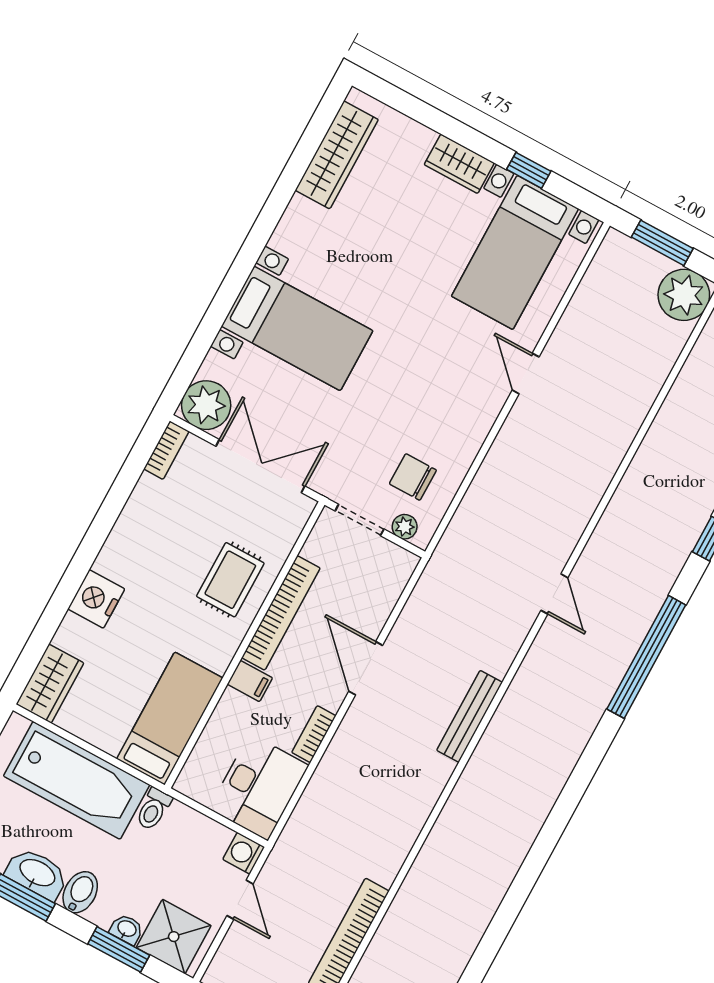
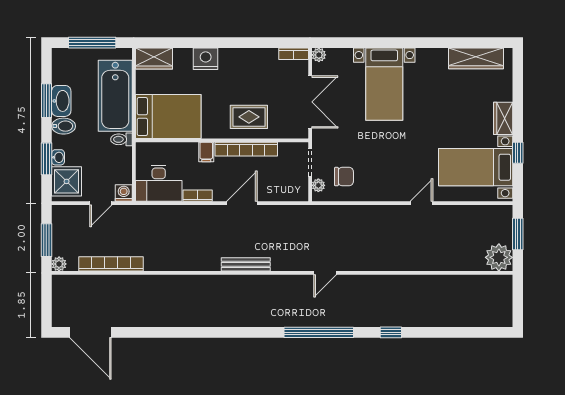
plant: (206, 405) -> (319, 55), width x0.53, depth x0.53
chair: (413, 477) -> (344, 177), turned 90
bed: (170, 719) -> (168, 117), width x1.50

